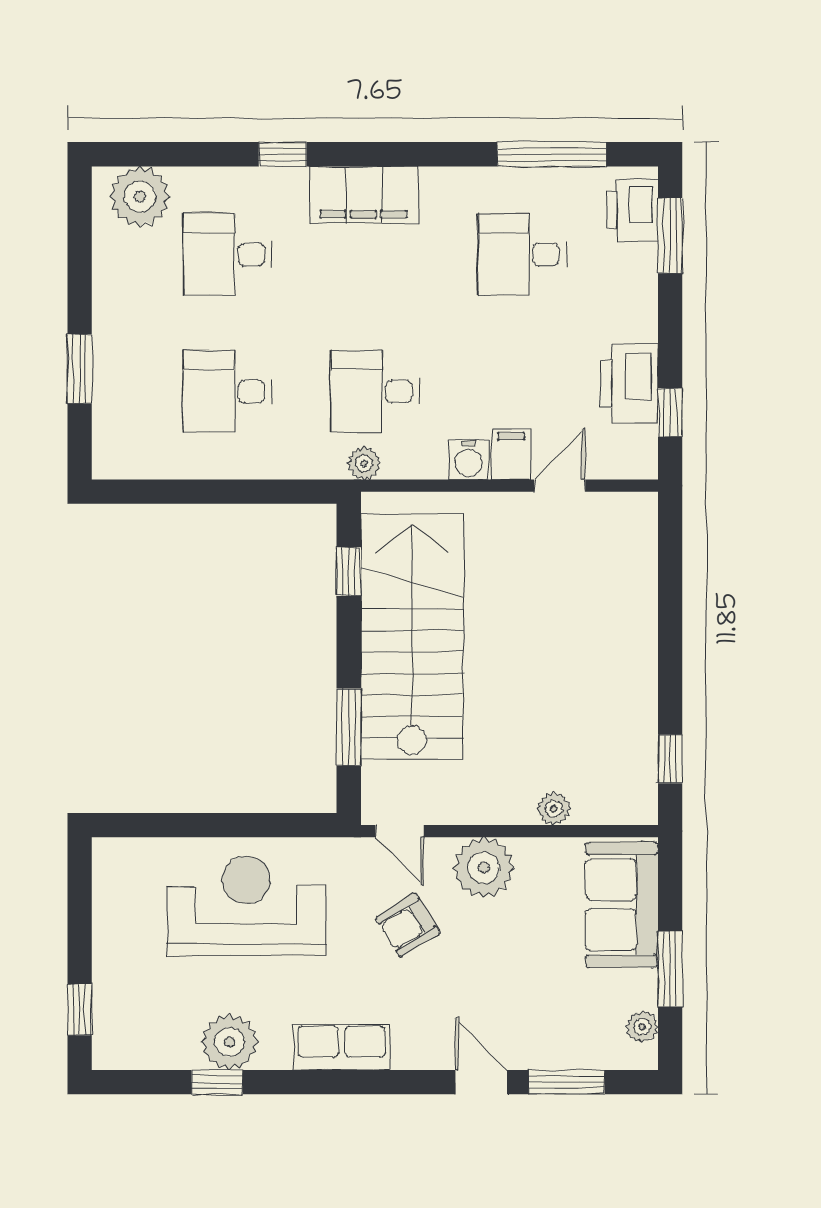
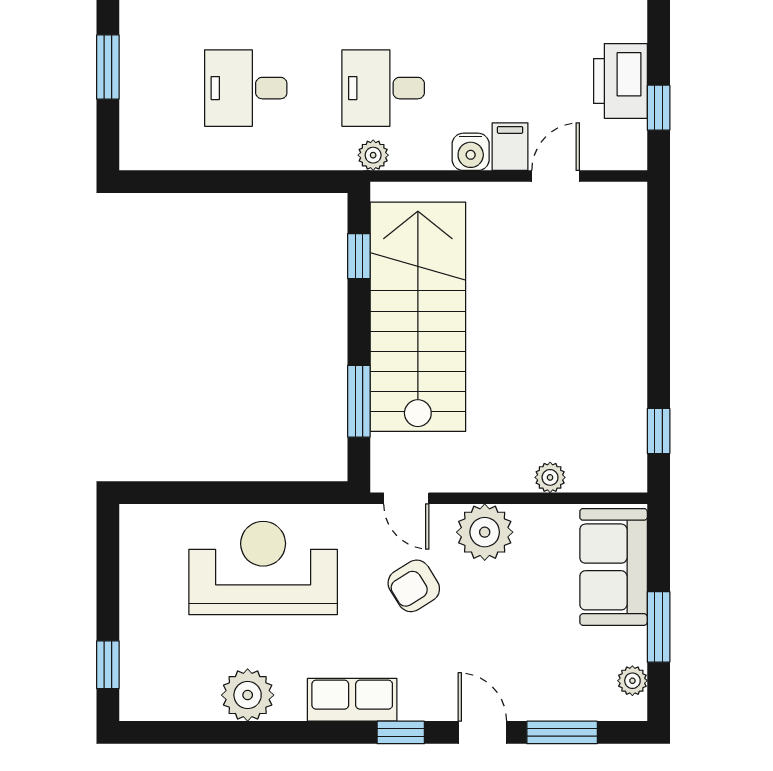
window: (217, 1082) -> (401, 732), moved

